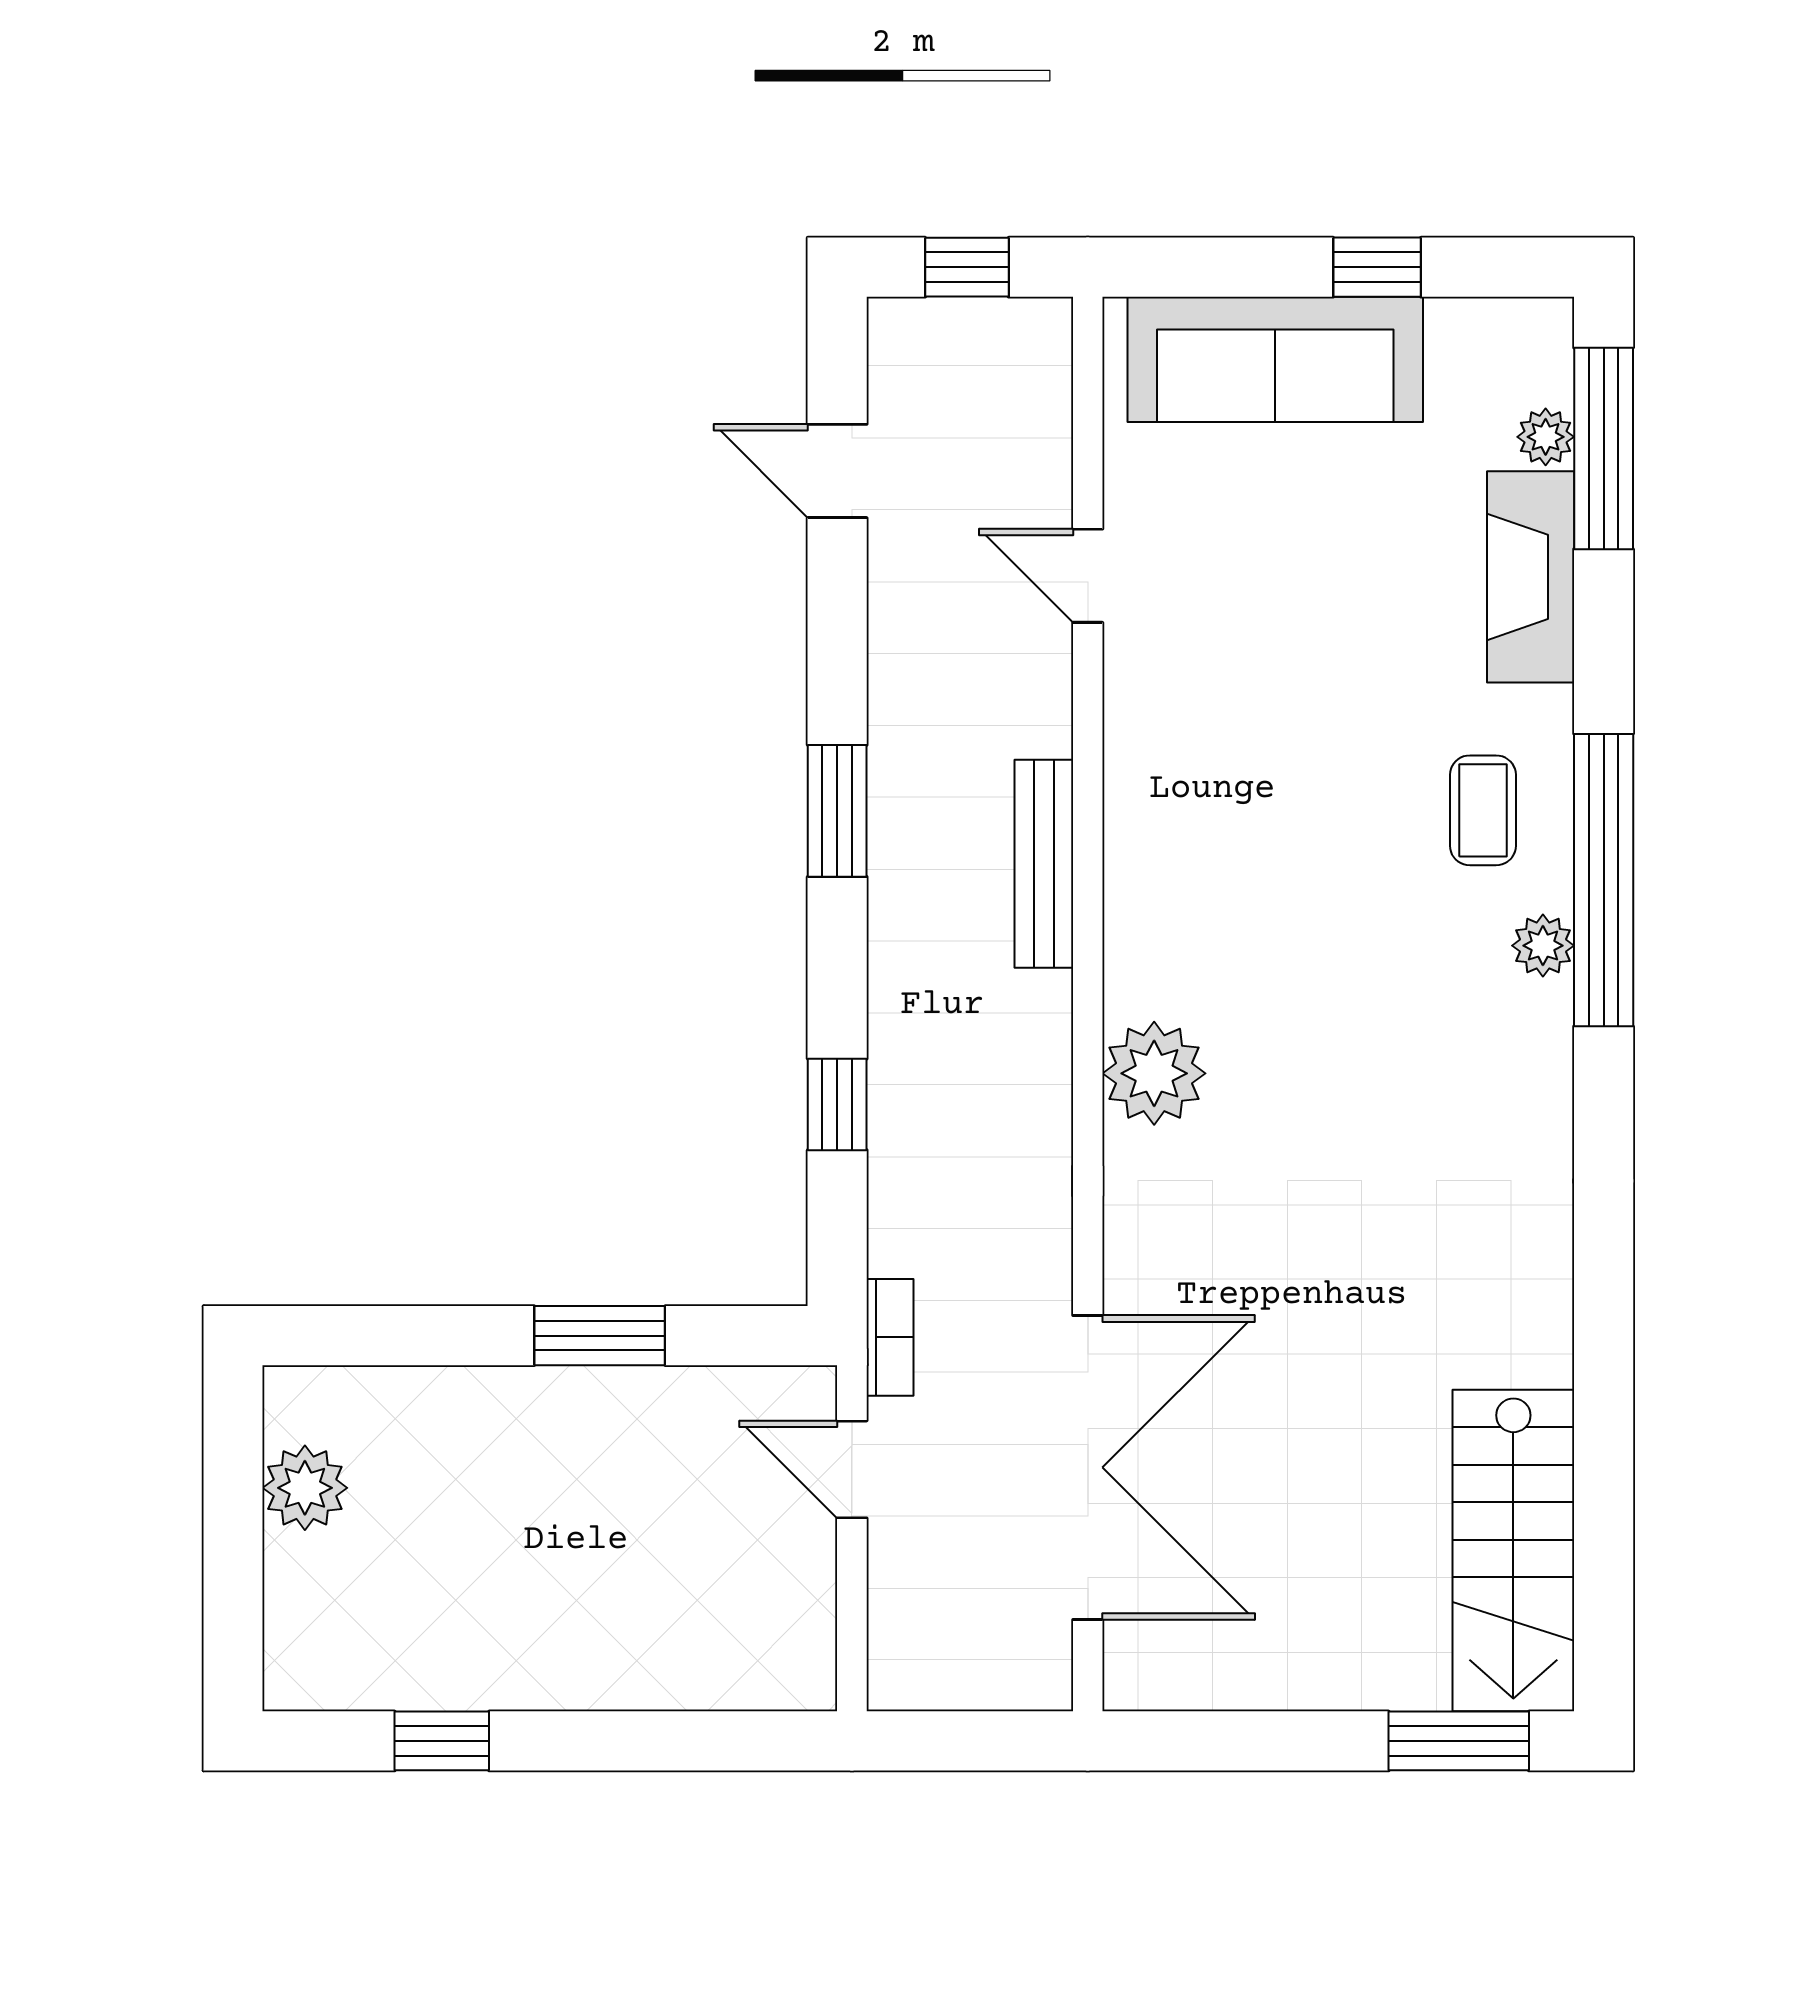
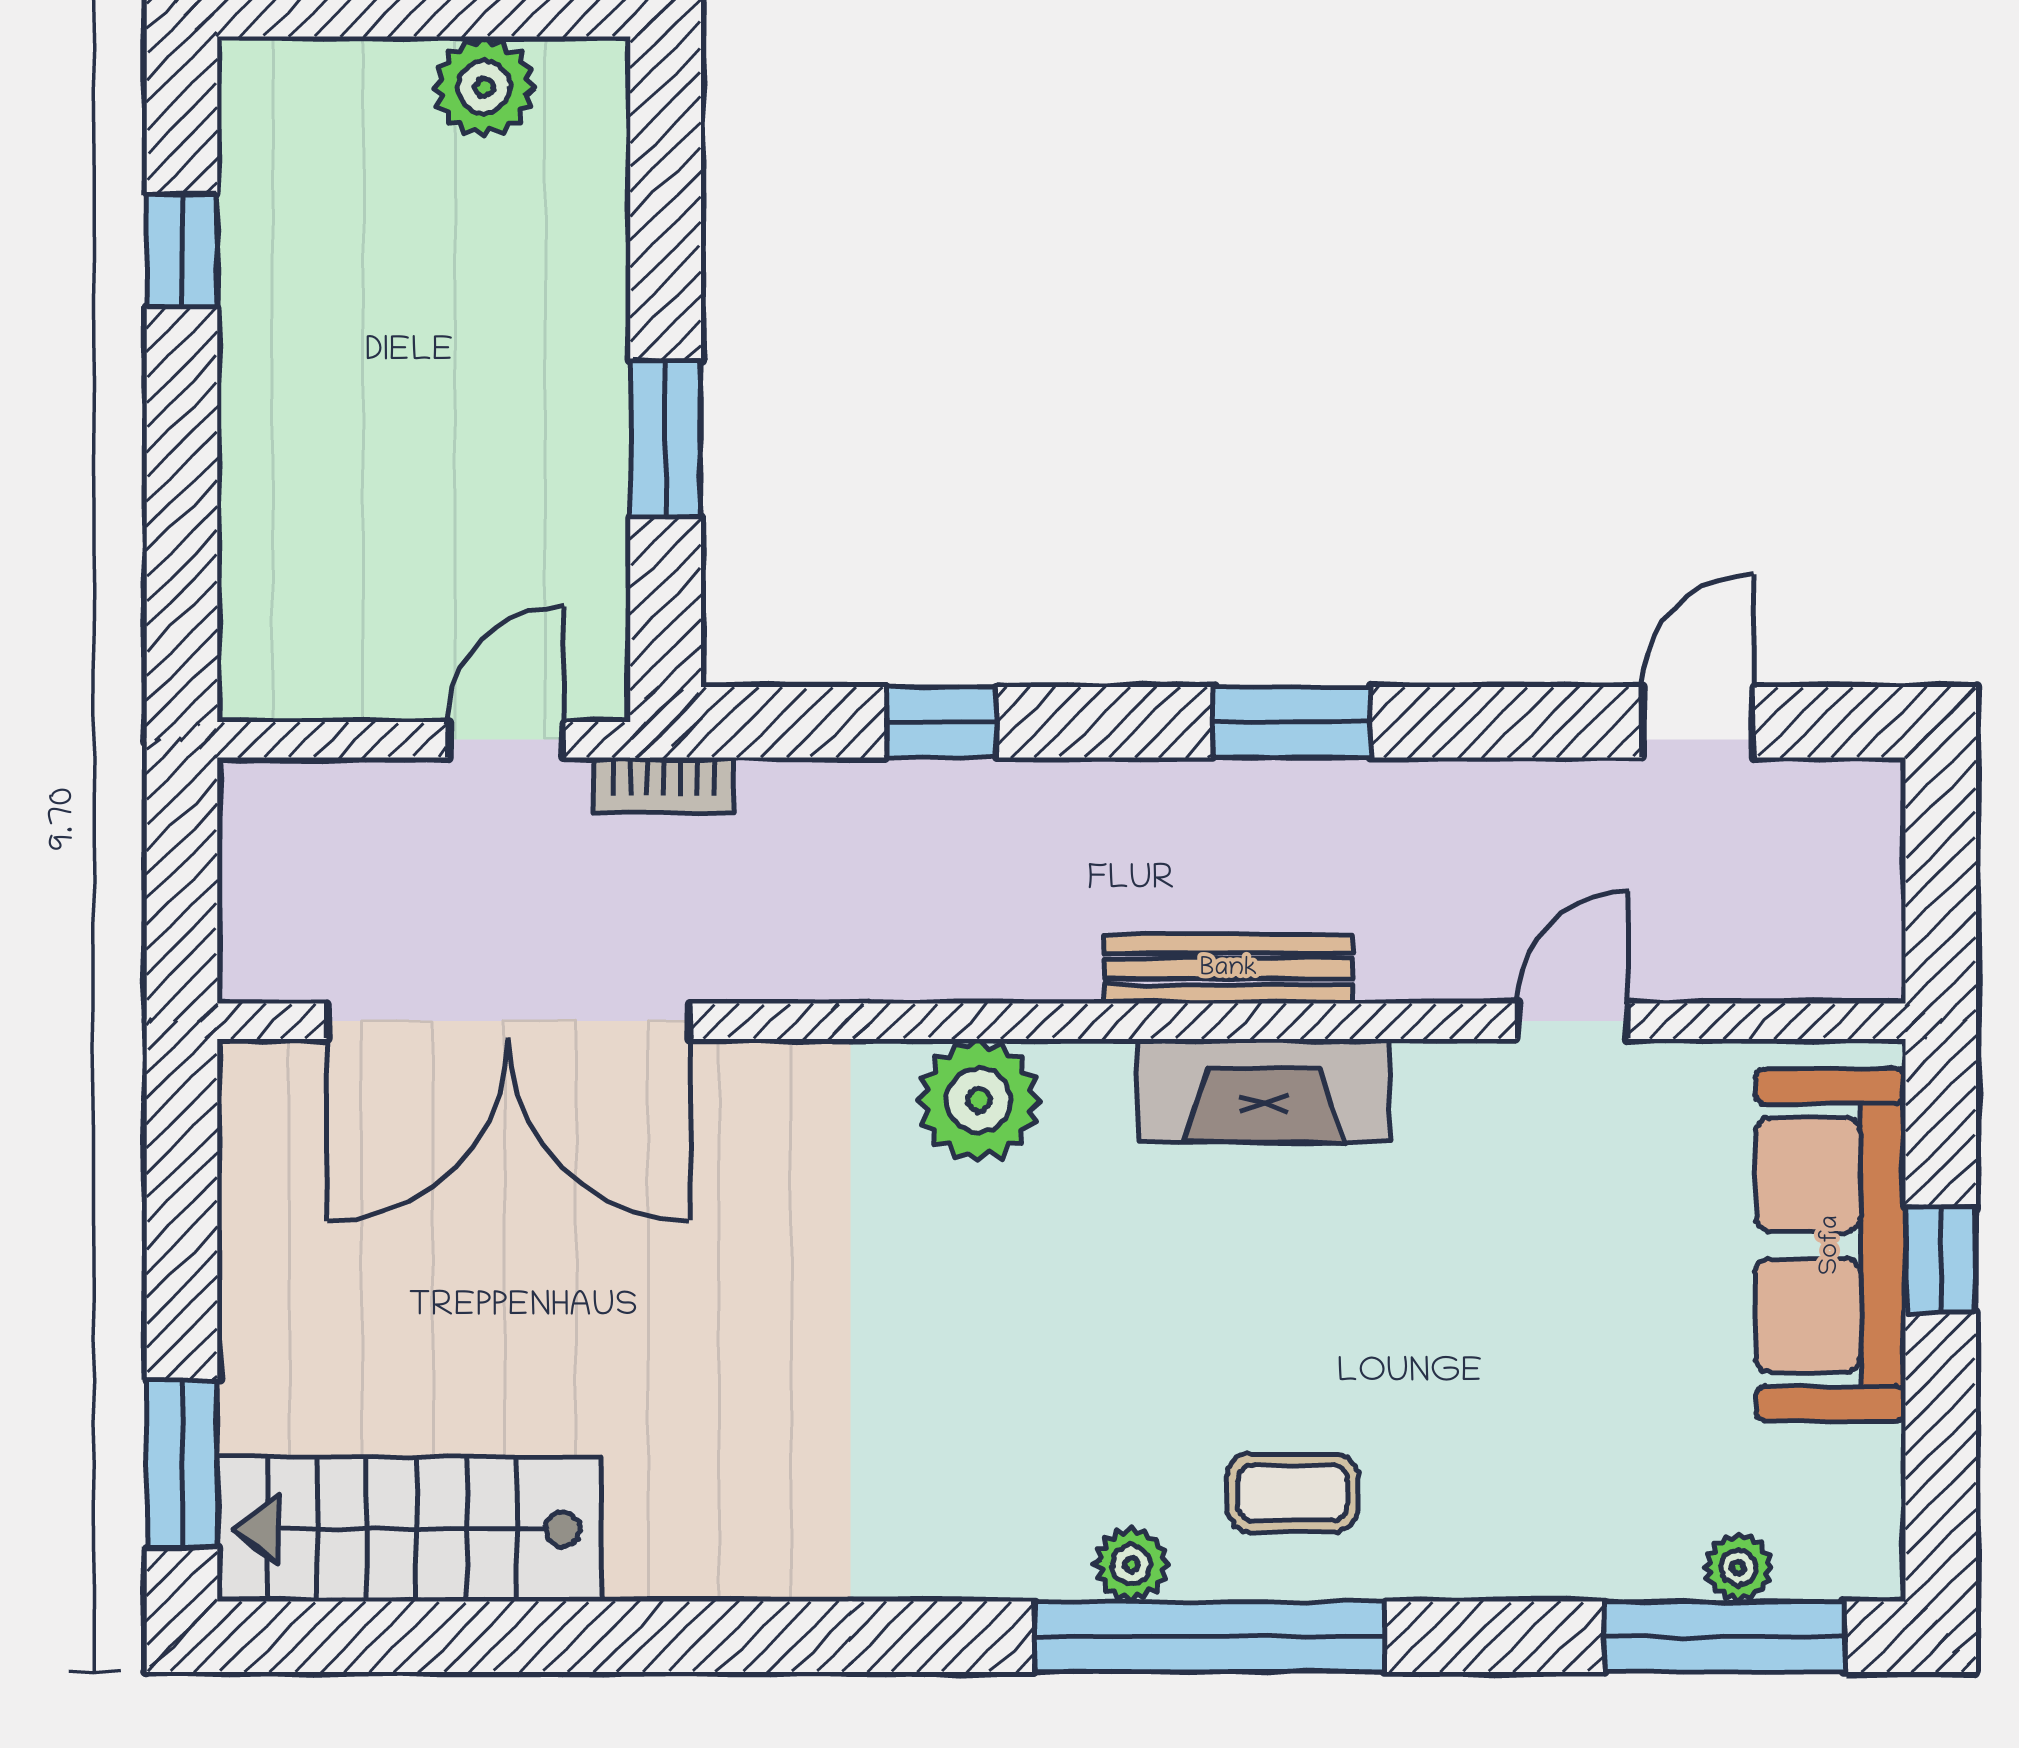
window: (967, 267) -> (1941, 877), removed
window: (1377, 267) -> (1941, 1260), moved
fireplace: (1531, 577) -> (1264, 1091), moved, turned 180

